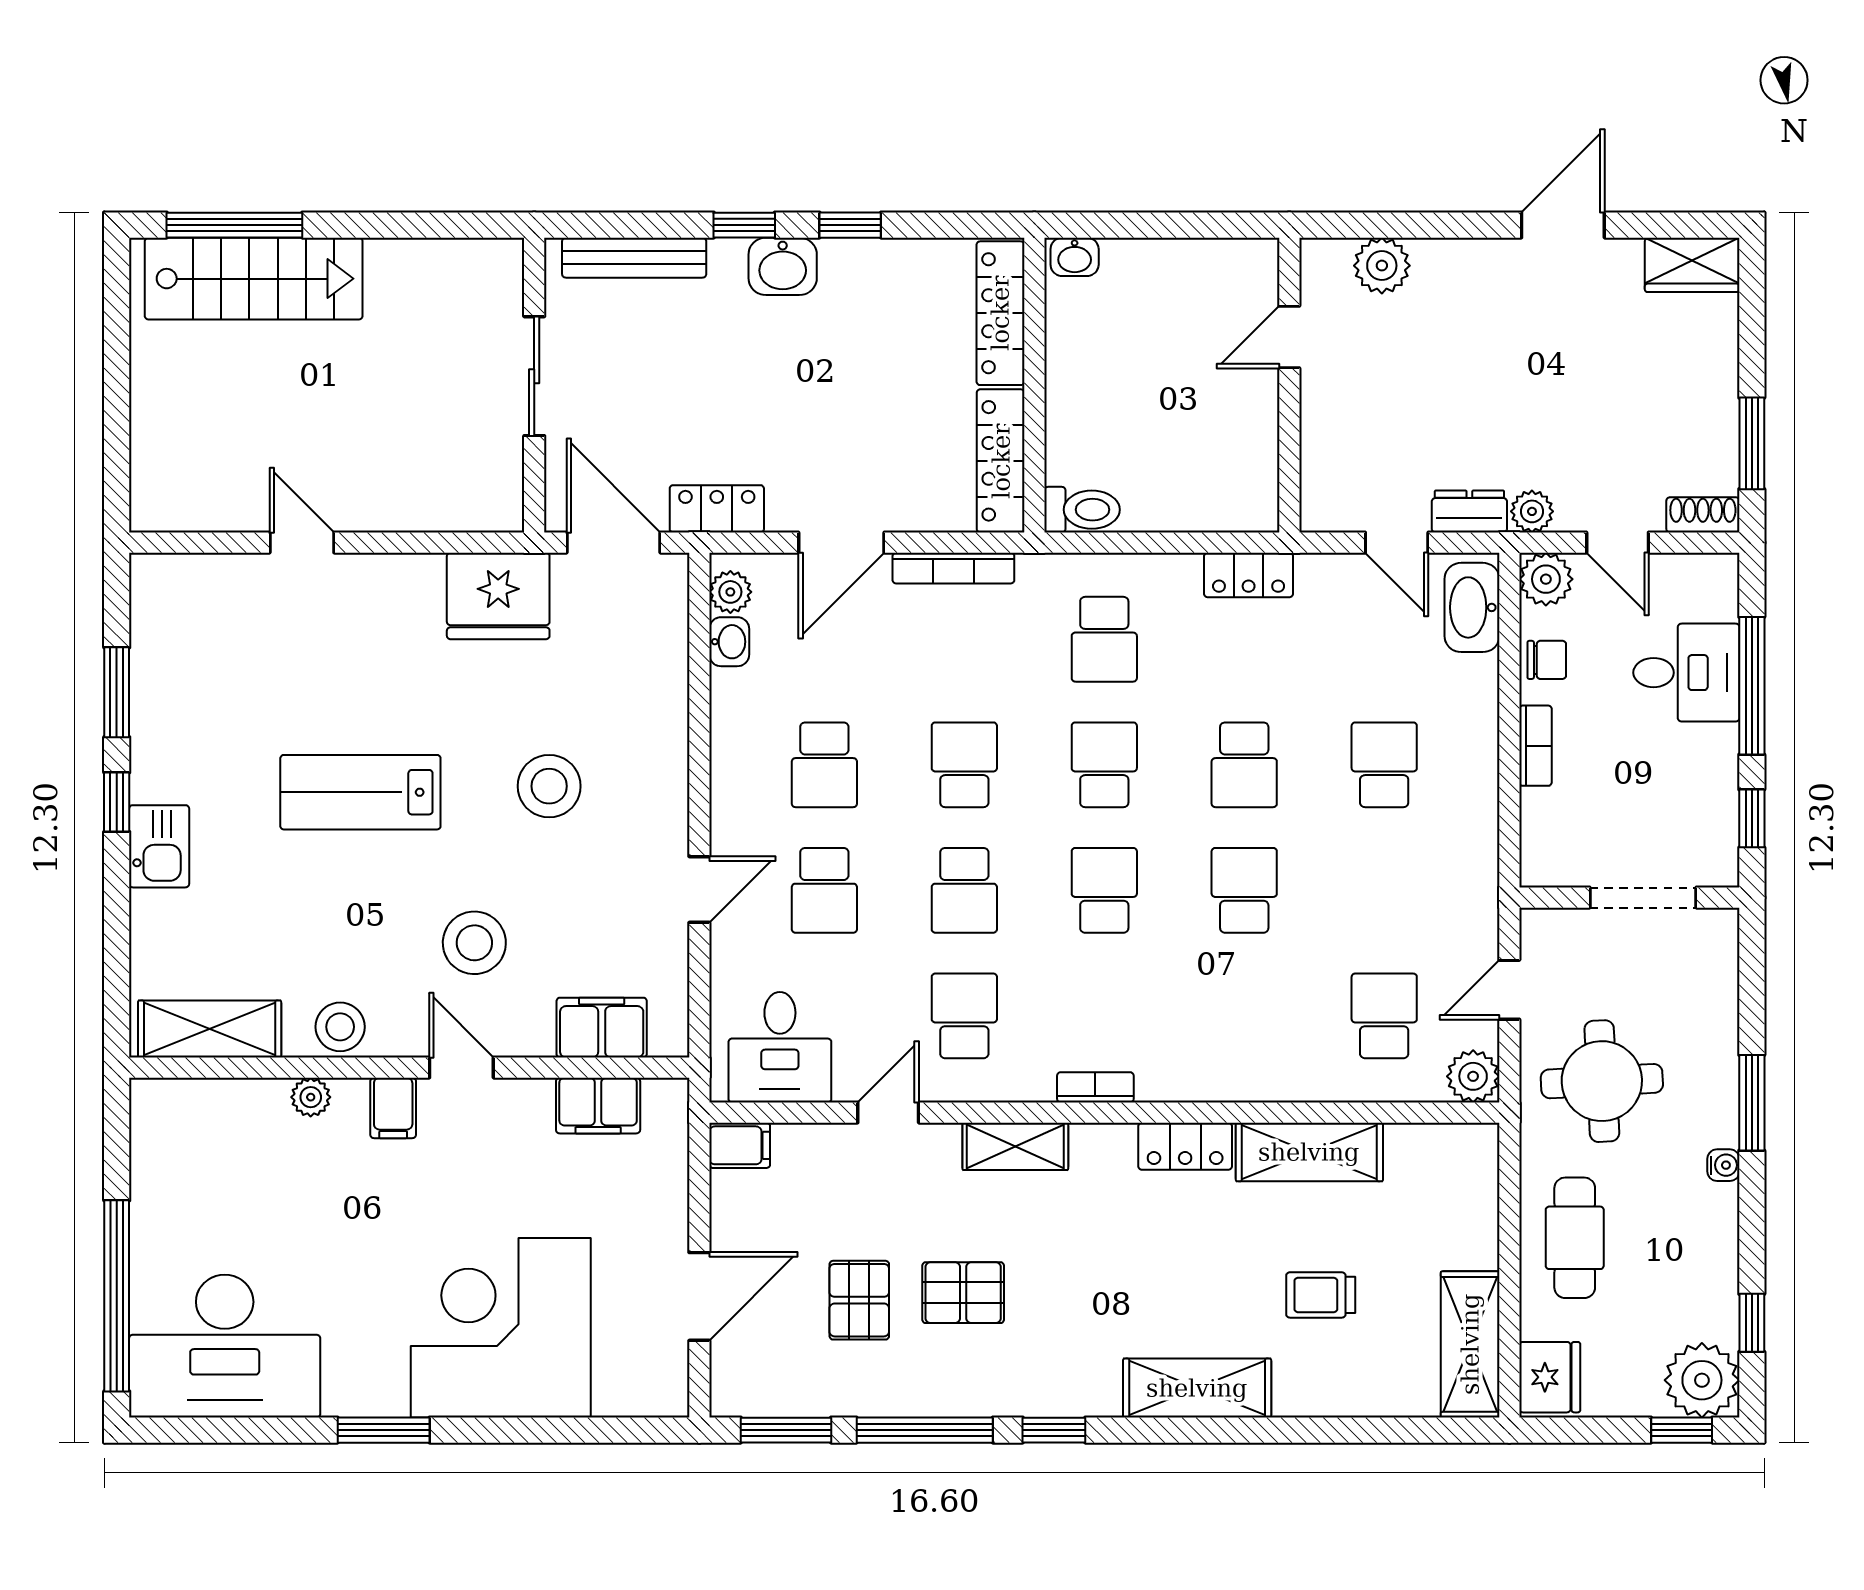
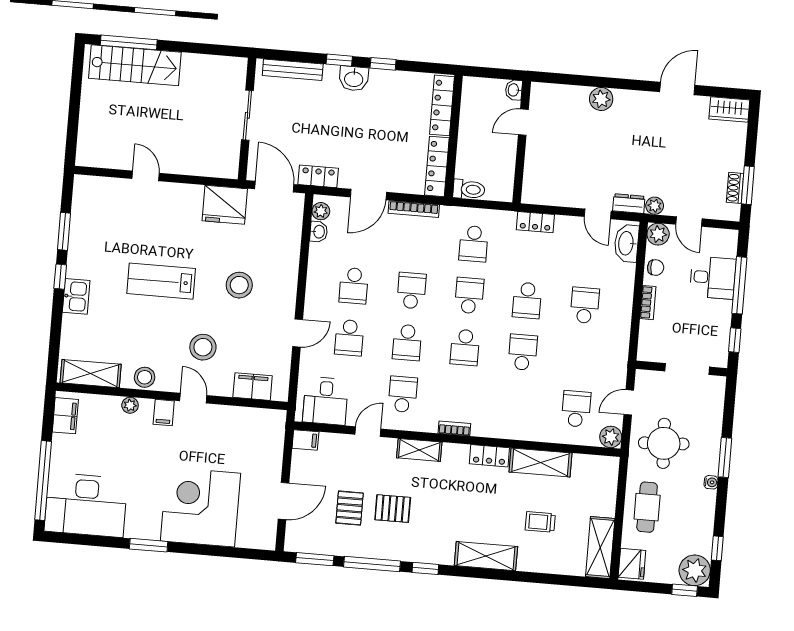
washbasin: (1075, 257) -> (514, 90), moved, turned 90
door: (1289, 337) -> (523, 122), moved
wall: (1289, 385) -> (522, 142), moved
shoe rack: (1703, 515) -> (735, 188), moved, turned -90
school desk: (1104, 890) -> (465, 347), turned 180
filing cabinet: (598, 1106) -> (65, 416), moved, turned -90

